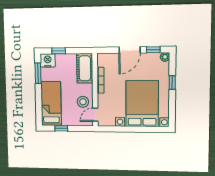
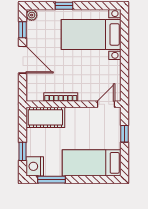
stool: (83, 102) -> (89, 120), removed
bed with nightstands: (142, 104) -> (91, 34), width x0.73
door: (95, 115) -> (106, 104), swing flipped
window: (61, 128) -> (124, 134), moved

